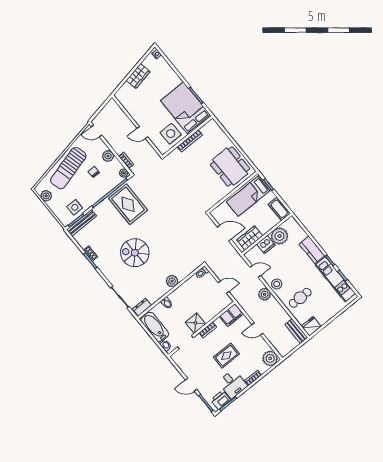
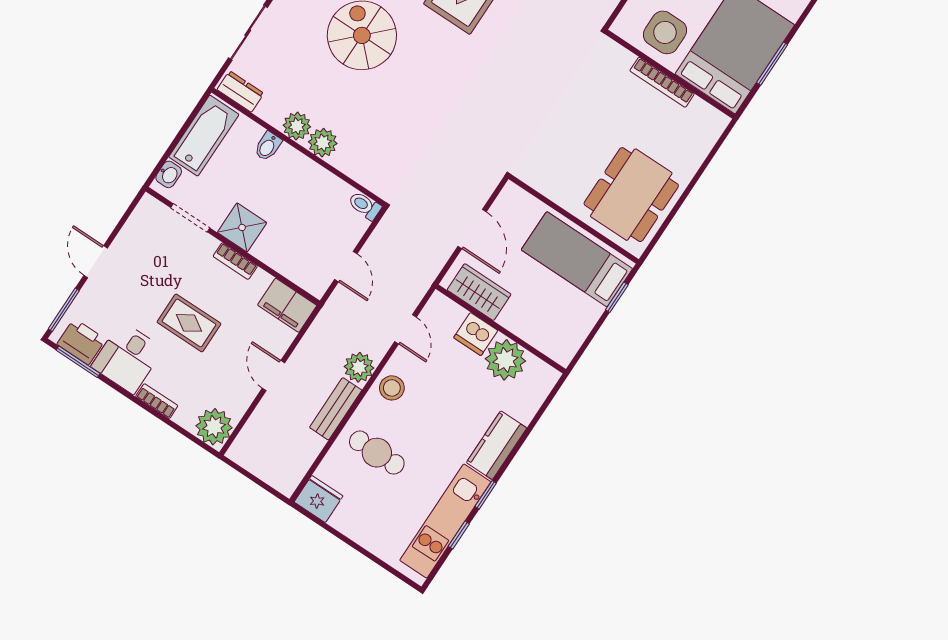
cot: (279, 209) -> (568, 340), removed
plant: (162, 289) -> (297, 126), added
bench: (296, 331) -> (336, 409), moved

